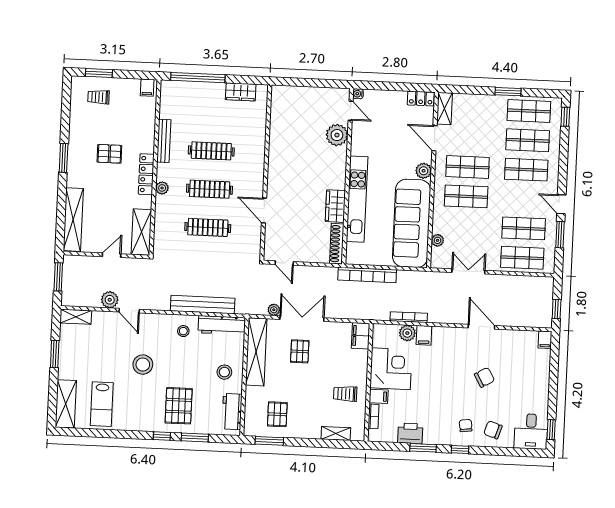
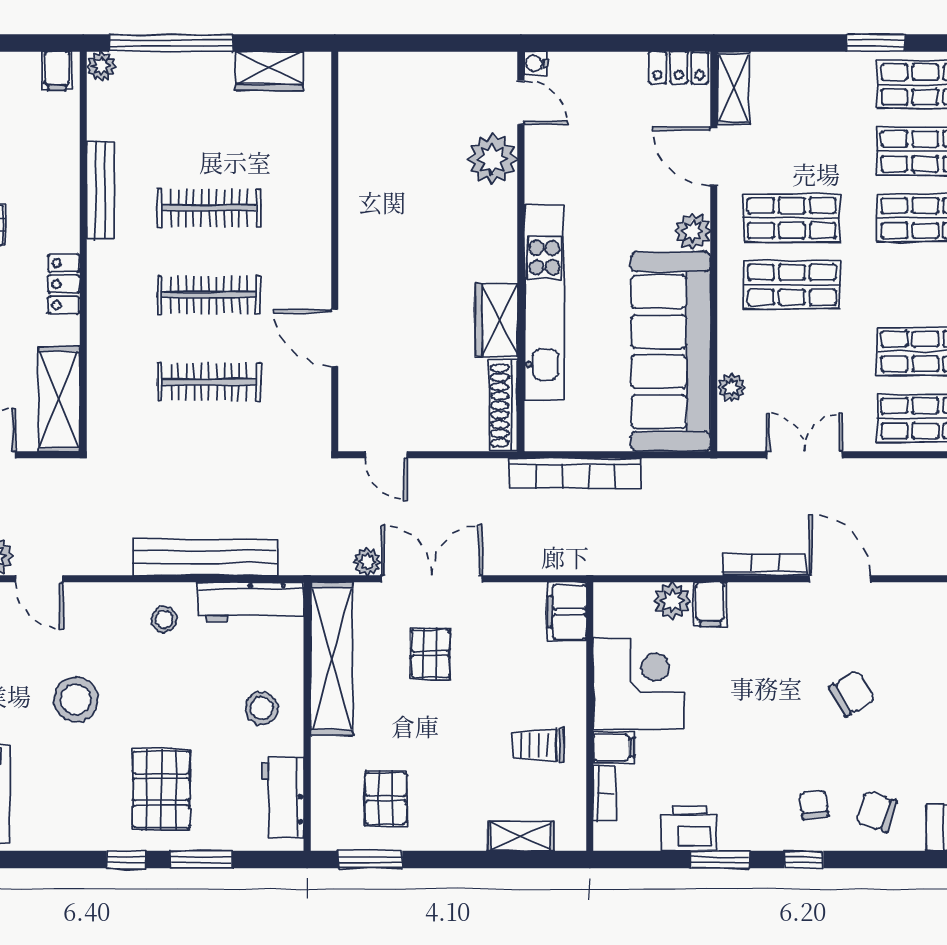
locker: (146, 174) -> (64, 284), width x0.66
plant: (162, 188) -> (101, 66), moved
bookcase: (409, 317) -> (765, 565), moved

